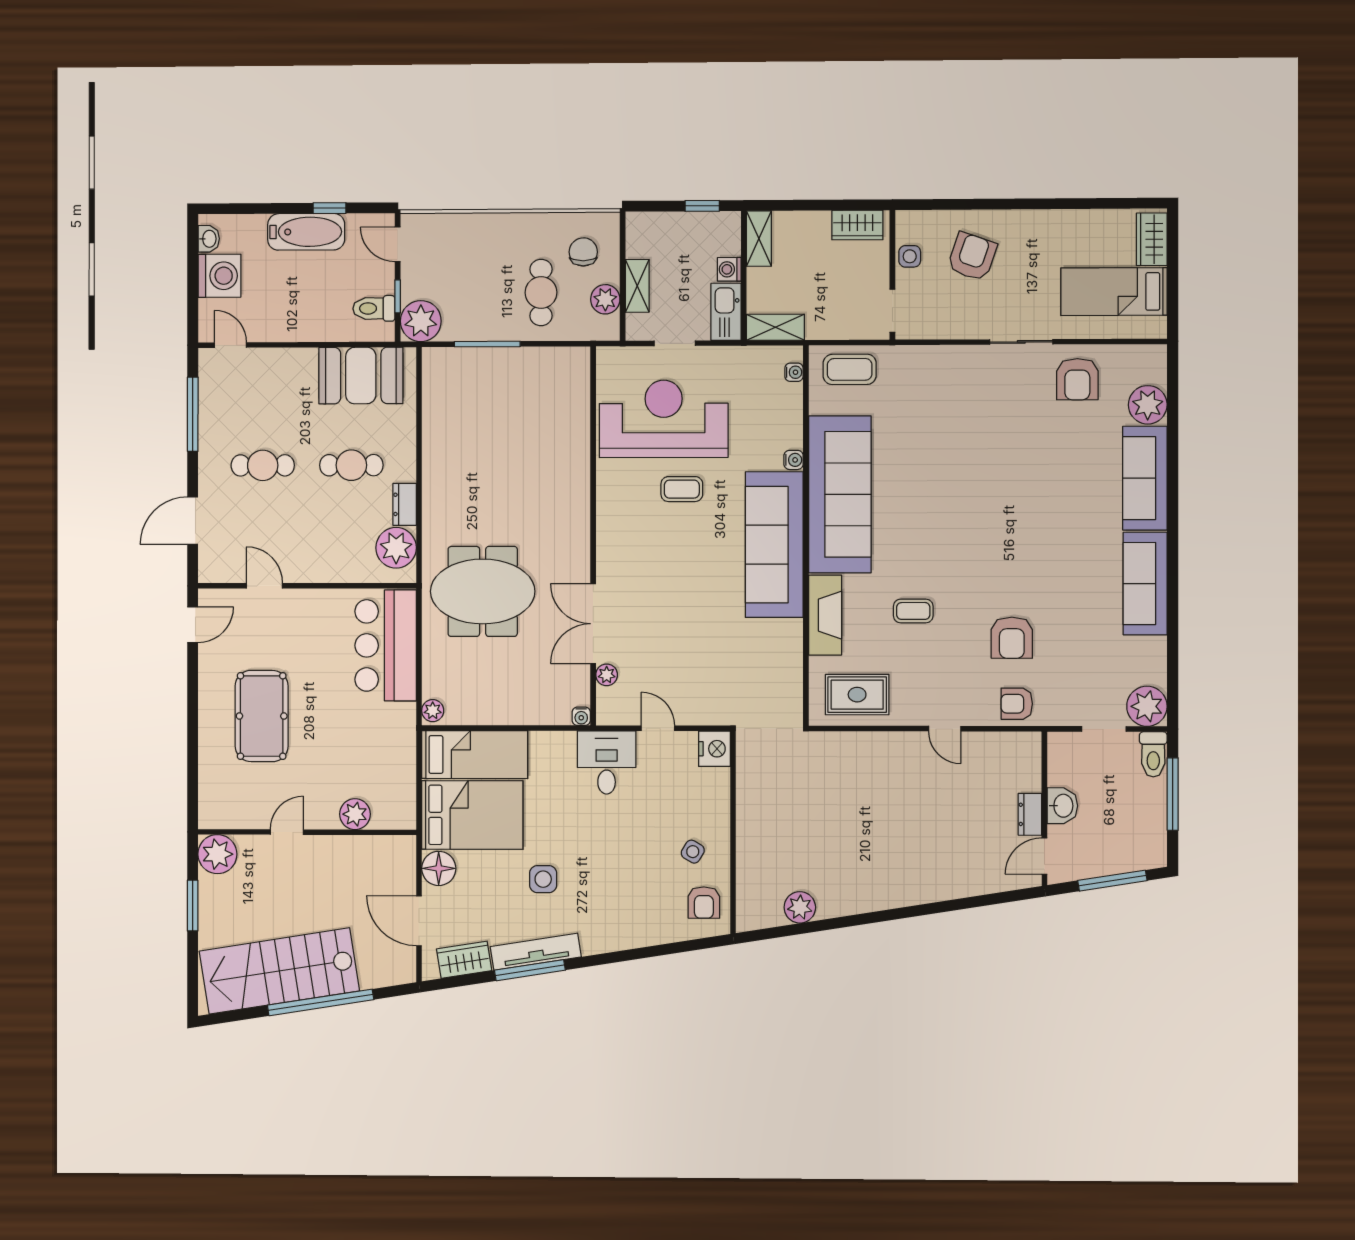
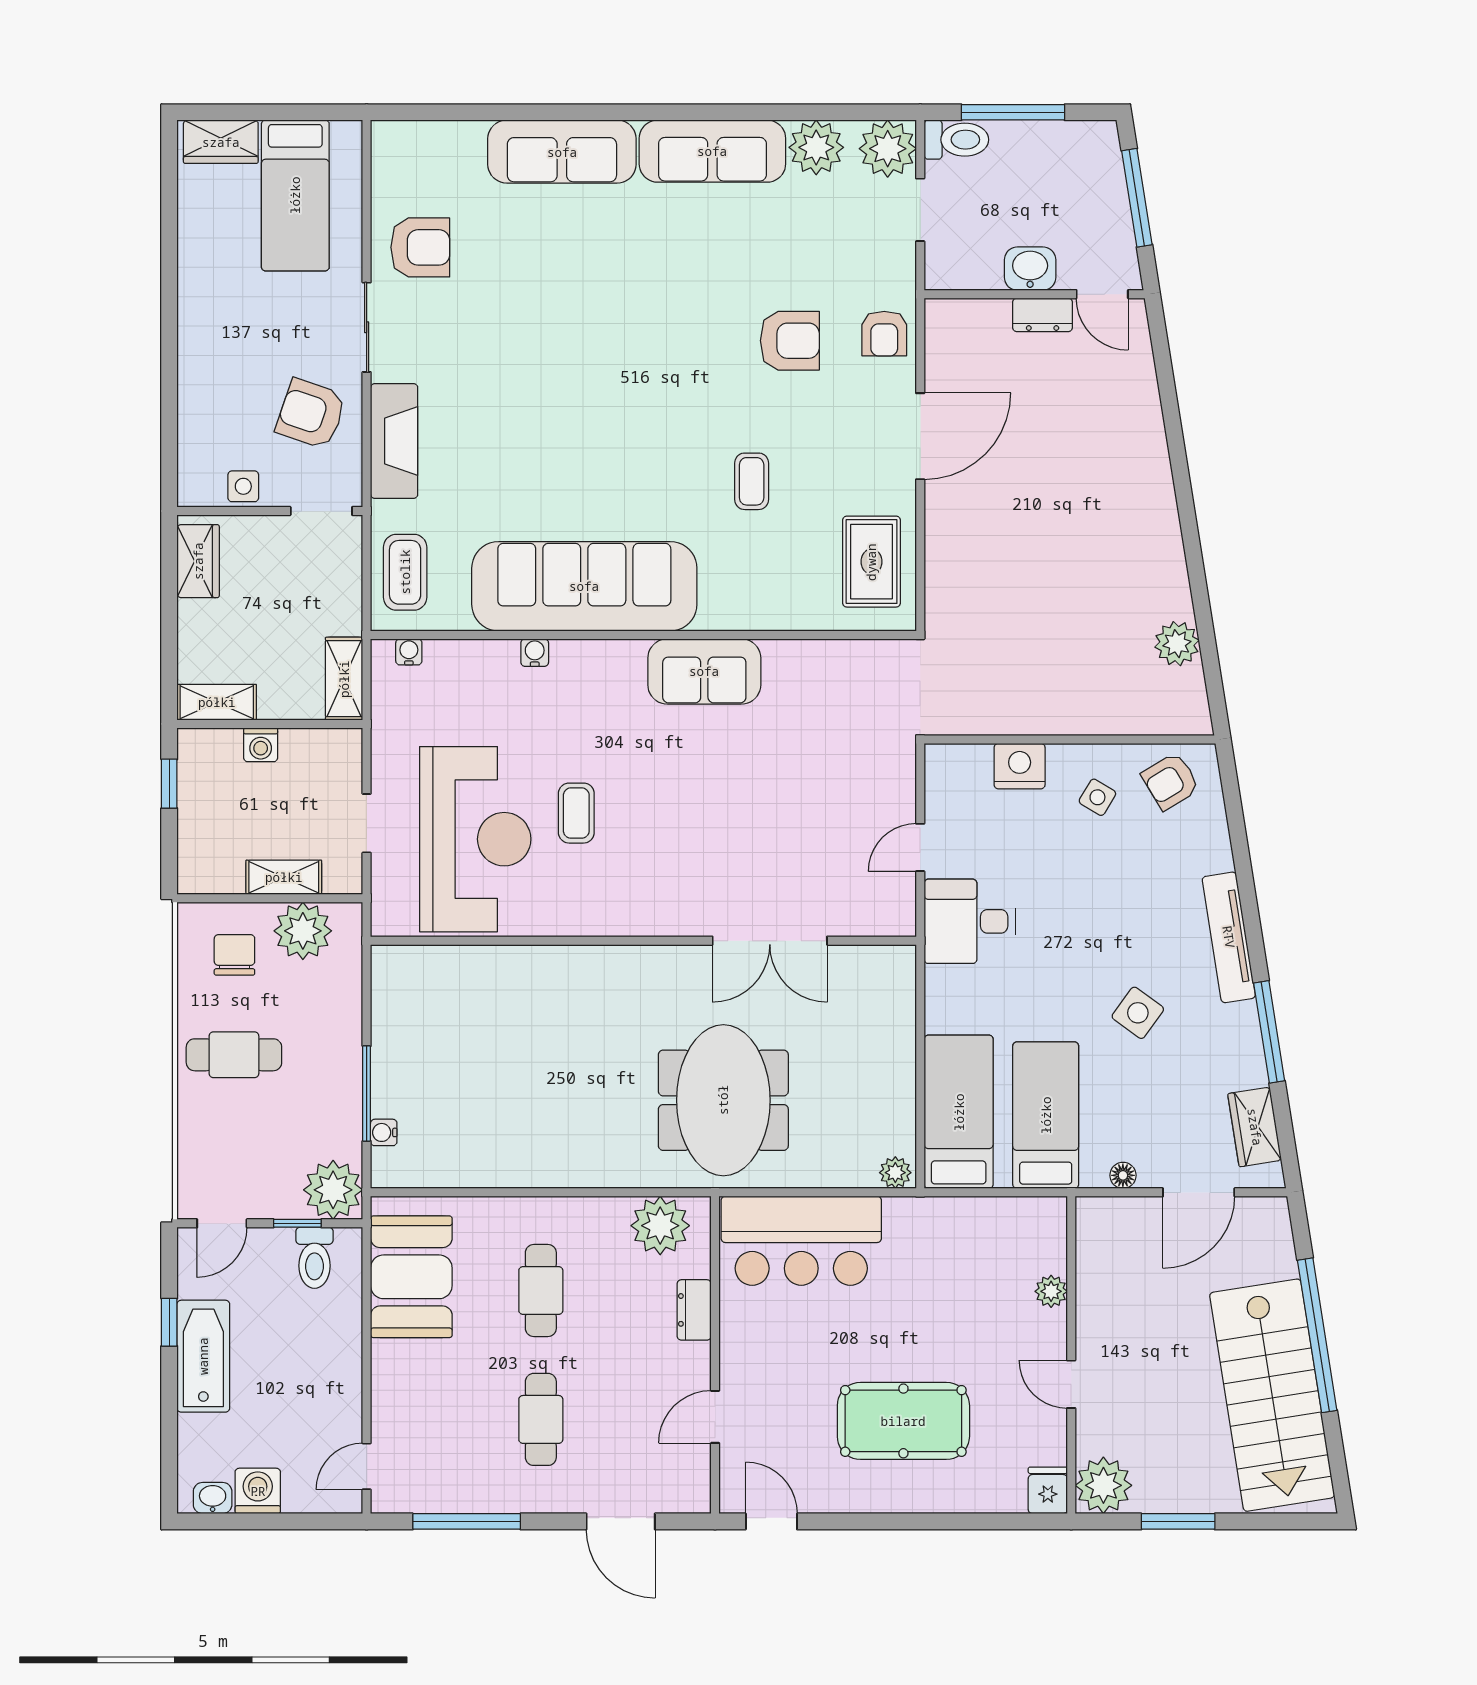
chair: (583, 252) -> (234, 955), turned 90
armchair: (972, 257) -> (311, 414), moved
washing machine: (219, 276) -> (258, 1491), width x0.73, depth x0.73
cafe table: (541, 292) -> (234, 1055), moved
plant: (605, 299) -> (303, 931), width x1.36, depth x1.36
kitchen sink: (726, 312) -> (322, 749), removed
plant: (1148, 405) -> (816, 147), moved
reception desk: (664, 419) -> (475, 839), turned 180
dresser: (405, 504) -> (694, 1310), moved, turned 90
sofa: (774, 545) -> (704, 671), width x0.54, depth x0.79
fireplace: (825, 615) -> (394, 441), moved, turned 90
plant: (607, 675) -> (843, 921), removed
water cooler: (581, 716) -> (384, 1132), moved, turned 180
door: (945, 729) -> (920, 436), width x1.88
nightstand: (714, 749) -> (1020, 766), moved
plant: (355, 814) -> (1051, 1291), width x0.73, depth x0.73
bed: (472, 815) -> (1046, 1115), width x0.67
fridge: (214, 816) -> (1048, 1490), added
floor lamp: (439, 868) -> (1123, 1175), width x0.53, depth x0.53
side table: (543, 879) -> (1138, 1013), turned 36
armchair: (704, 903) -> (1171, 781), turned 149
tv unit: (536, 952) -> (1229, 937), moved

